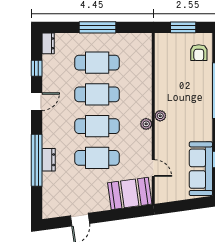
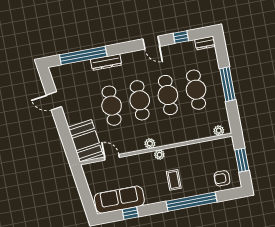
plant: (146, 46) -> (219, 131), added
coffee table: (191, 105) -> (174, 180), added
window: (37, 160) -> (83, 55), moved
dresser: (49, 160) -> (106, 62), width x1.44
door: (153, 168) -> (112, 157), swing flipped

